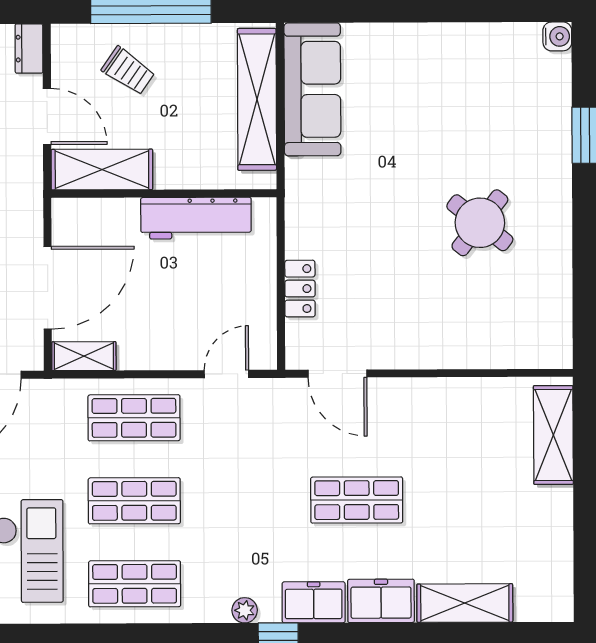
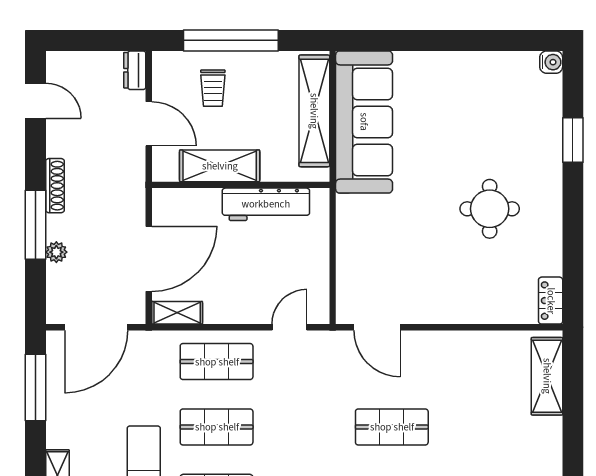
trolley: (128, 71) -> (213, 88), turned 55
sofa: (312, 89) -> (364, 122), width x1.36, depth x1.27
shelving: (102, 170) -> (220, 166), moved
round table: (480, 223) -> (490, 209), turned -38
locker: (300, 289) -> (551, 301), moved, turned 180

